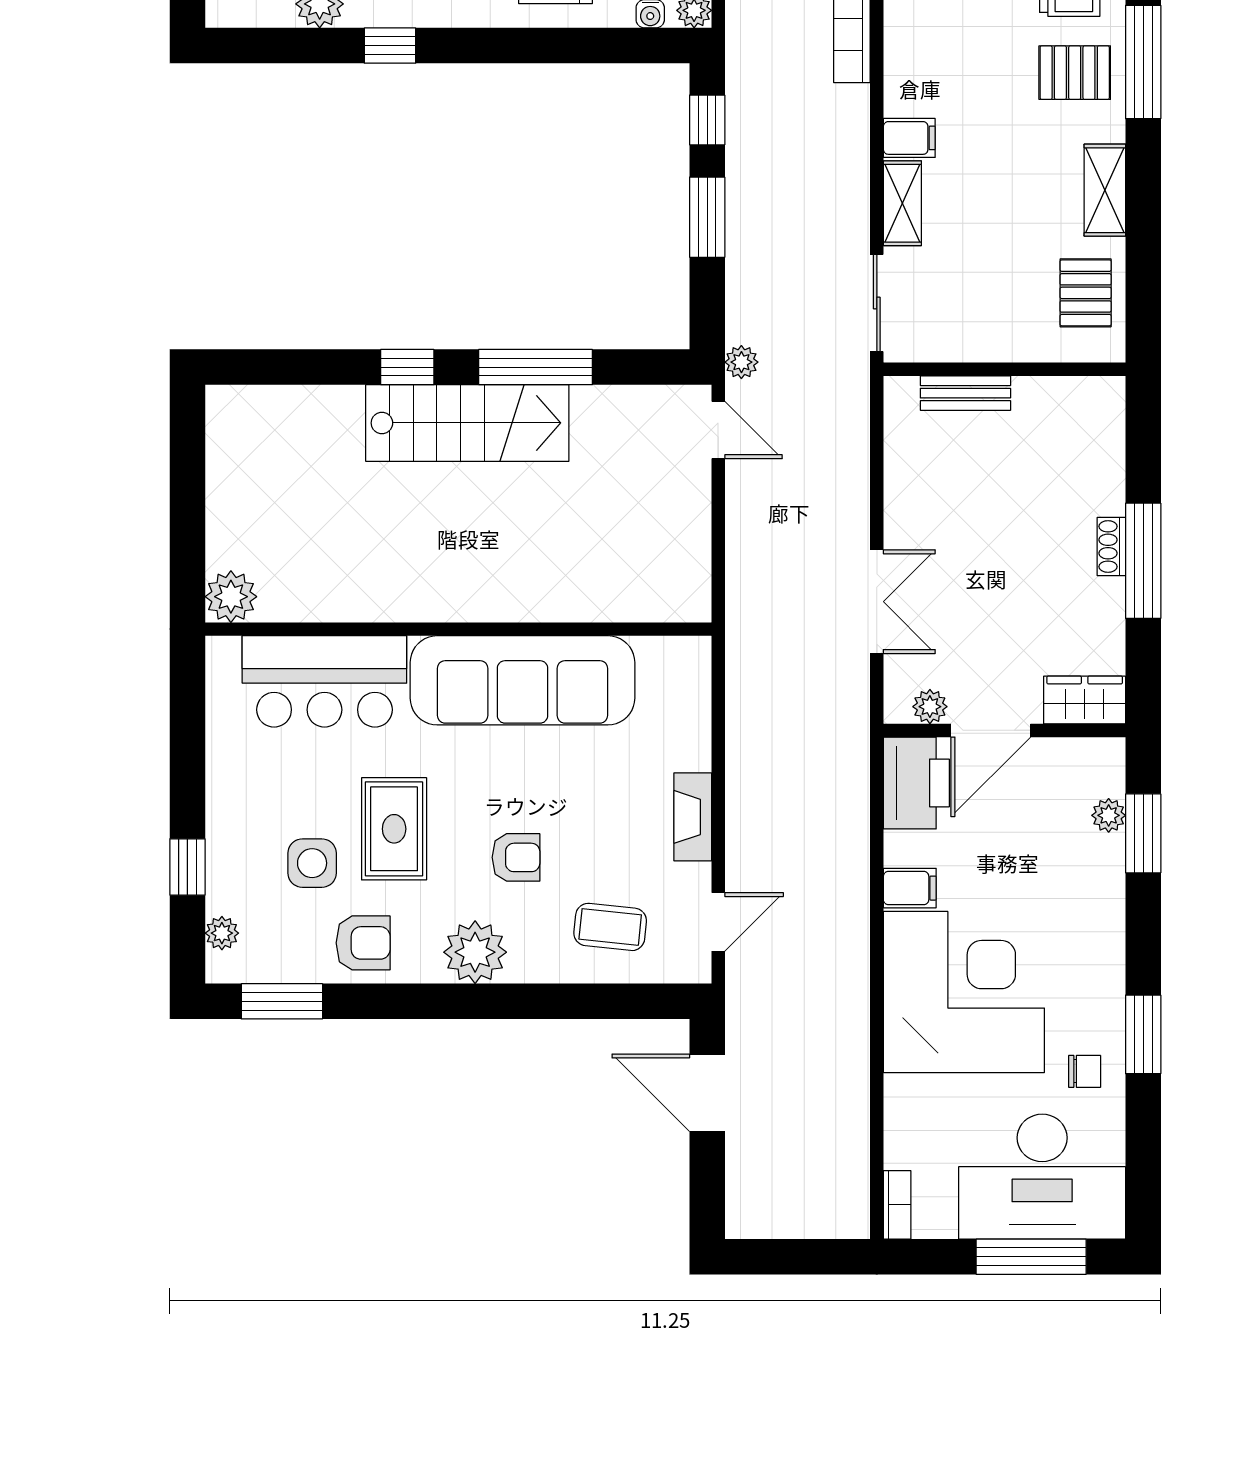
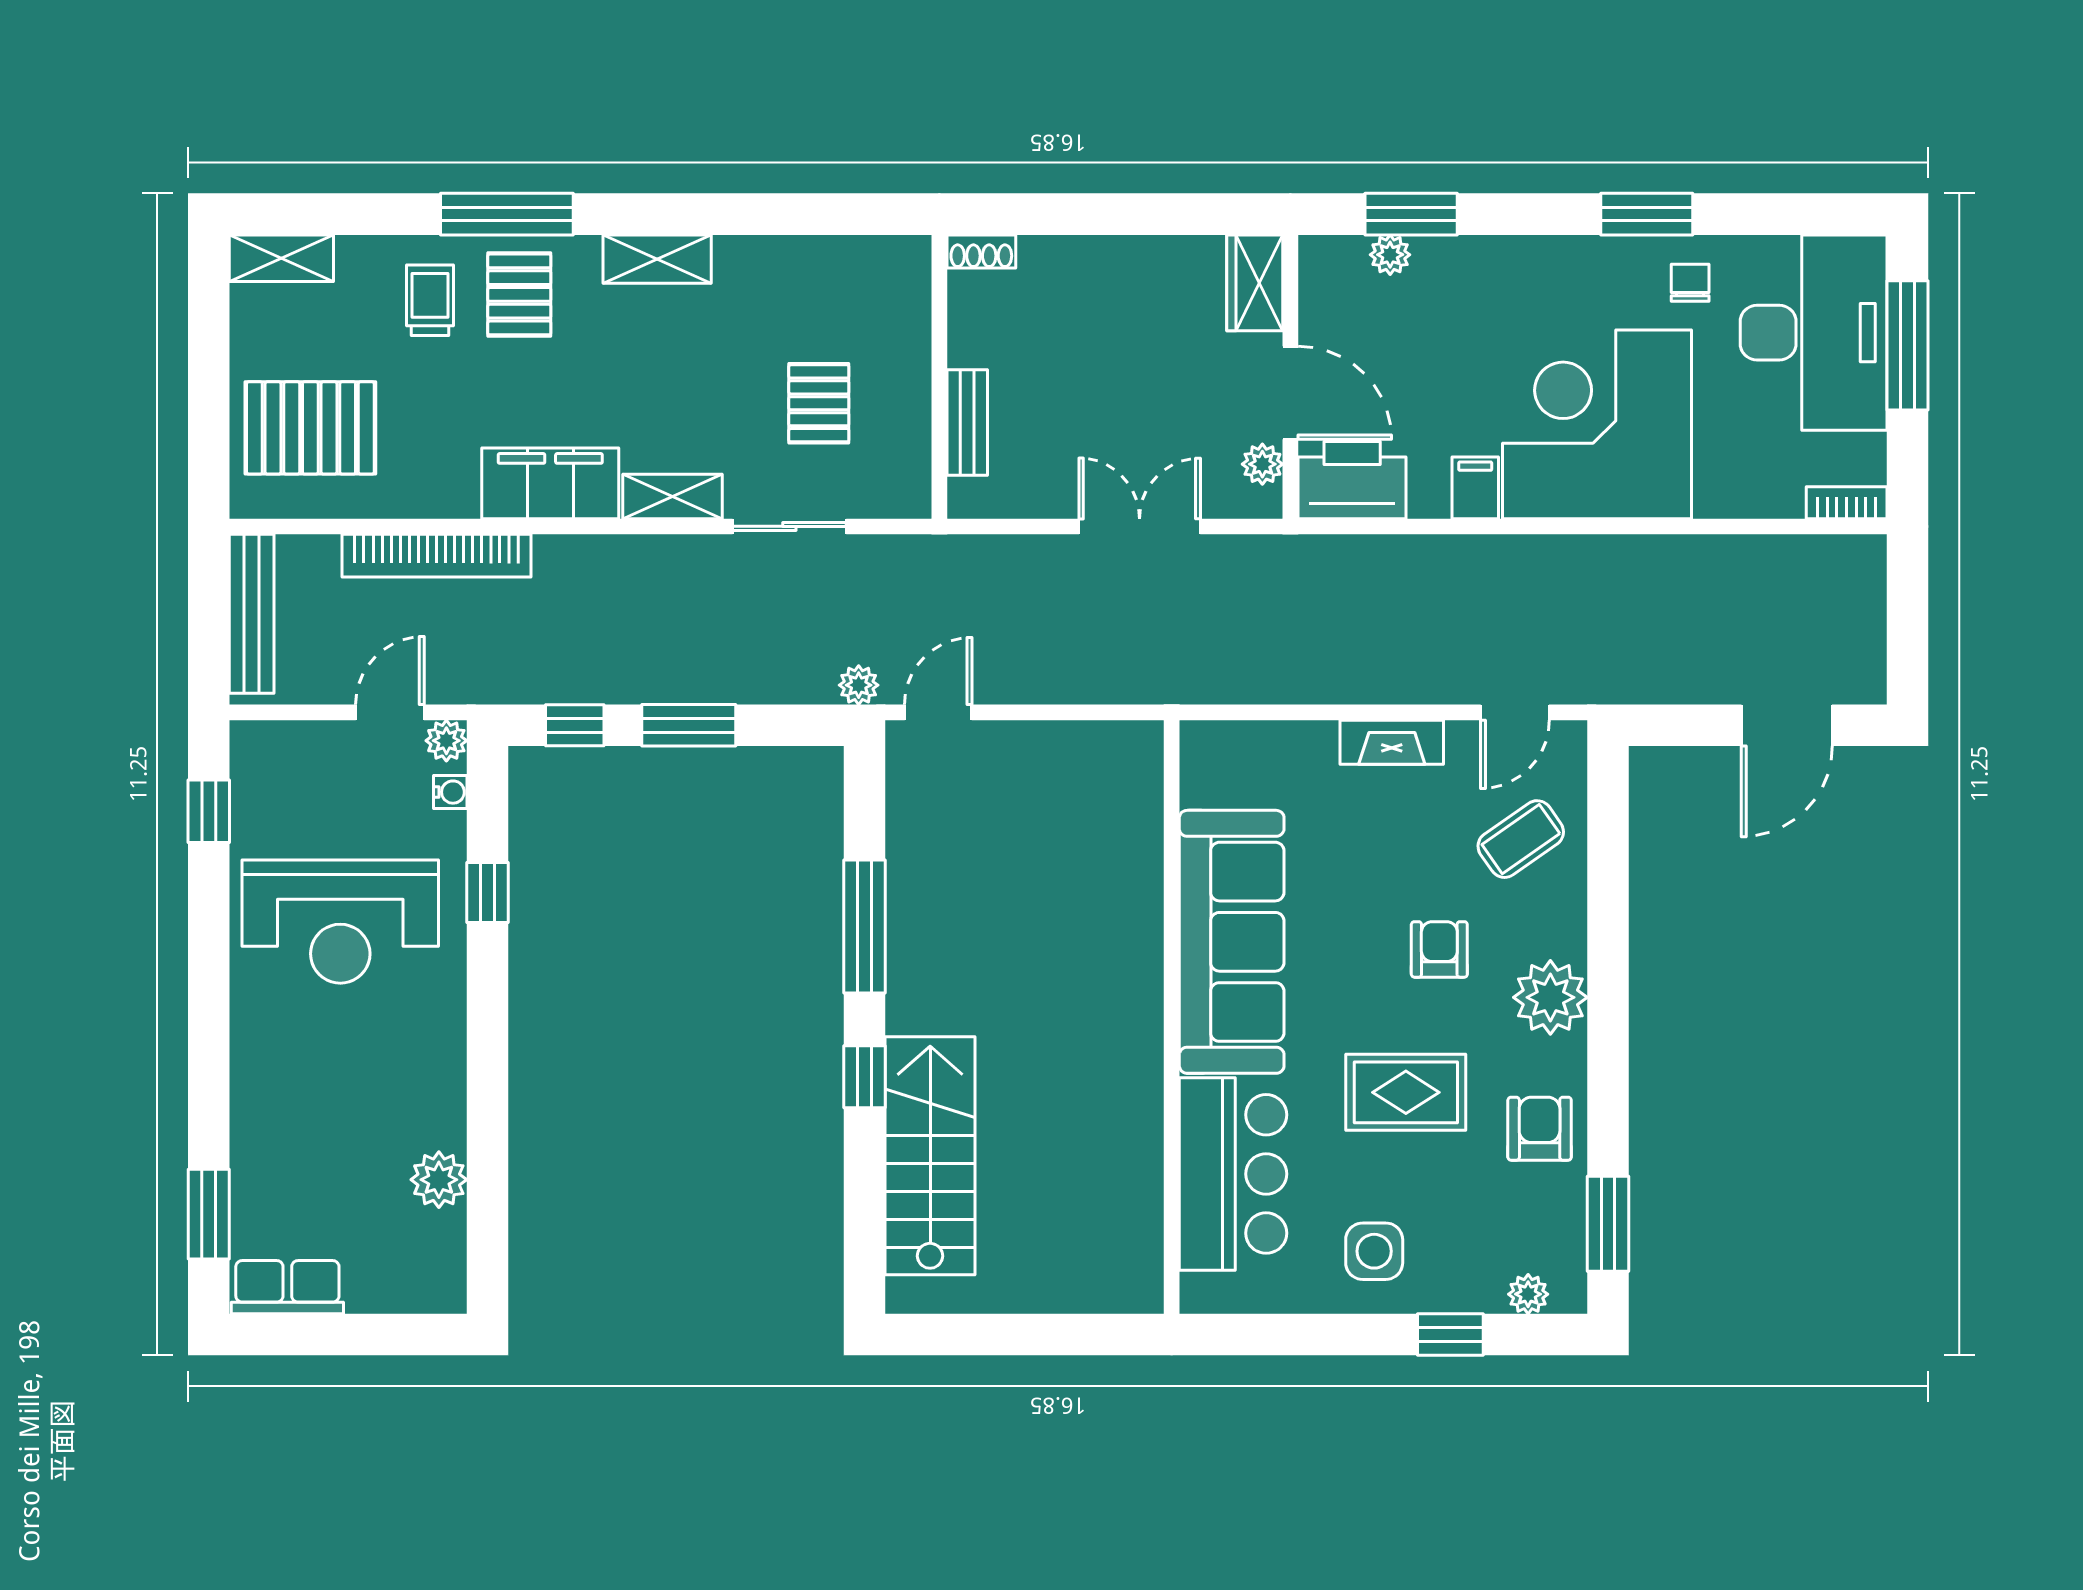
window: (390, 46) -> (488, 893), moved
filing cabinet: (909, 138) -> (550, 483), width x3.00, depth x1.17
pallet: (1086, 293) -> (819, 403), moved, turned 90
wall: (1004, 369) -> (939, 377), moved
bench: (965, 393) -> (967, 423), moved
stairs: (467, 423) -> (930, 1156), moved
shoe rack: (1111, 547) -> (981, 251), moved
window: (1143, 561) -> (1092, 214), removed
plant: (231, 597) -> (1134, 1284), removed
side table: (312, 863) -> (1374, 1251), moved
door: (718, 922) -> (1515, 712), swing flipped
coffee table: (610, 927) -> (1521, 839), turned 49
door: (707, 1093) -> (1787, 725), moved

